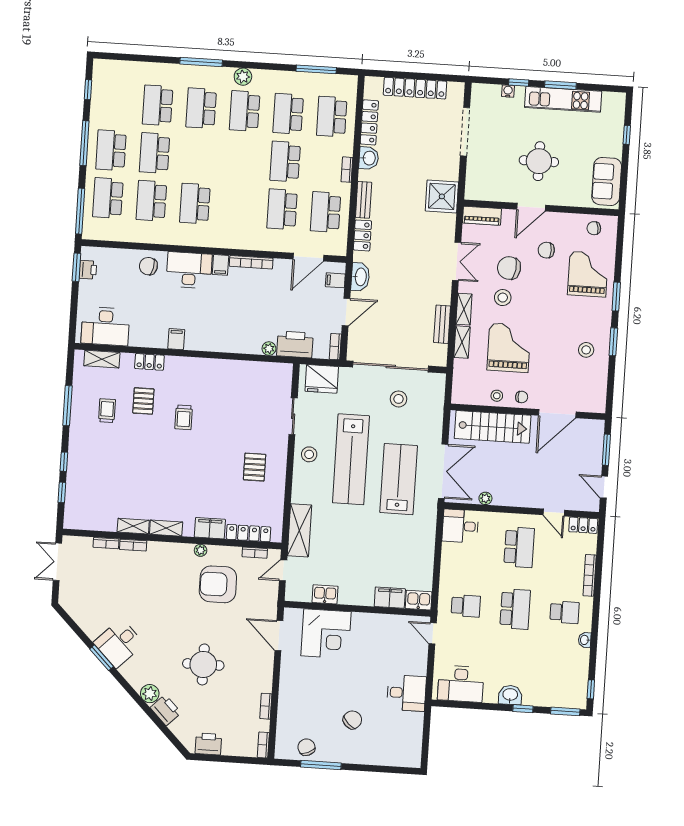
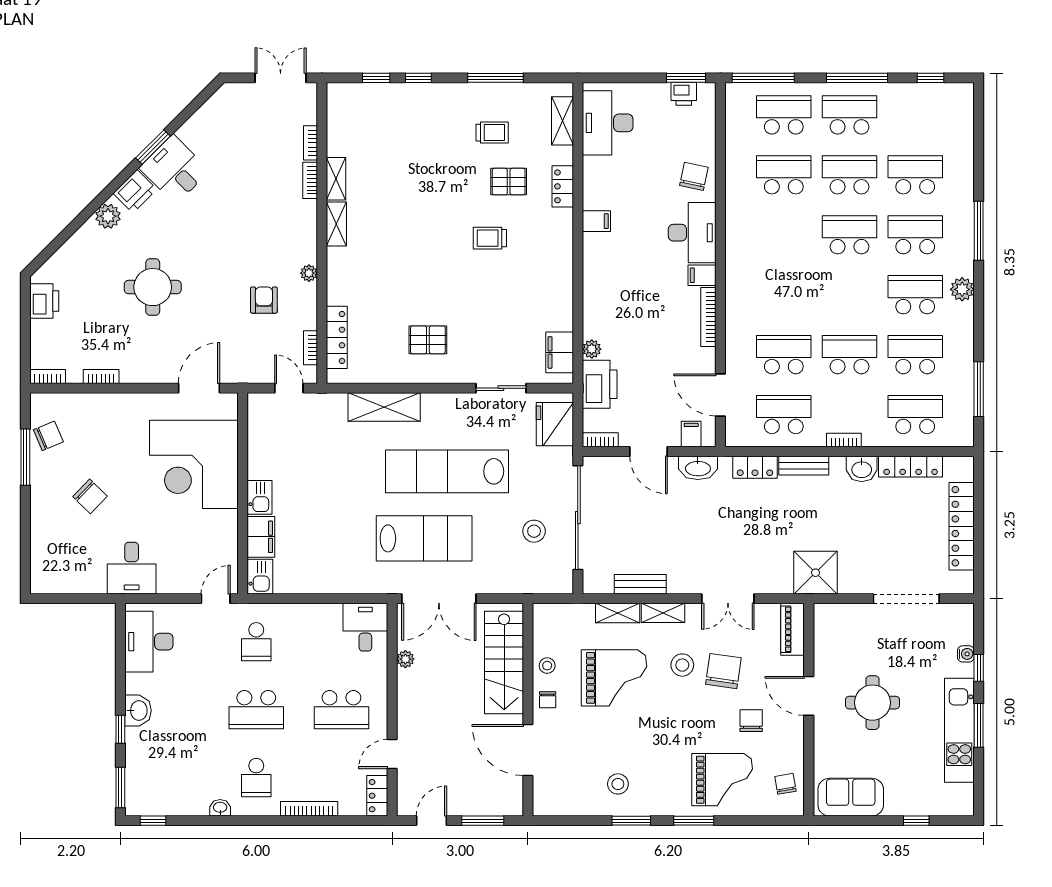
school desk: (195, 204) -> (849, 235), moved
stool: (309, 454) -> (450, 414), removed
filing cabinet: (210, 528) -> (560, 352), moved, turned 180
shelving: (299, 530) -> (384, 407), moved
armchair: (218, 584) -> (264, 300), width x0.53, depth x0.53
kitchen sink: (325, 594) -> (260, 497), moved
corner desk: (326, 634) -> (194, 464), width x1.36, depth x1.36
printer: (166, 710) -> (135, 191), moved

